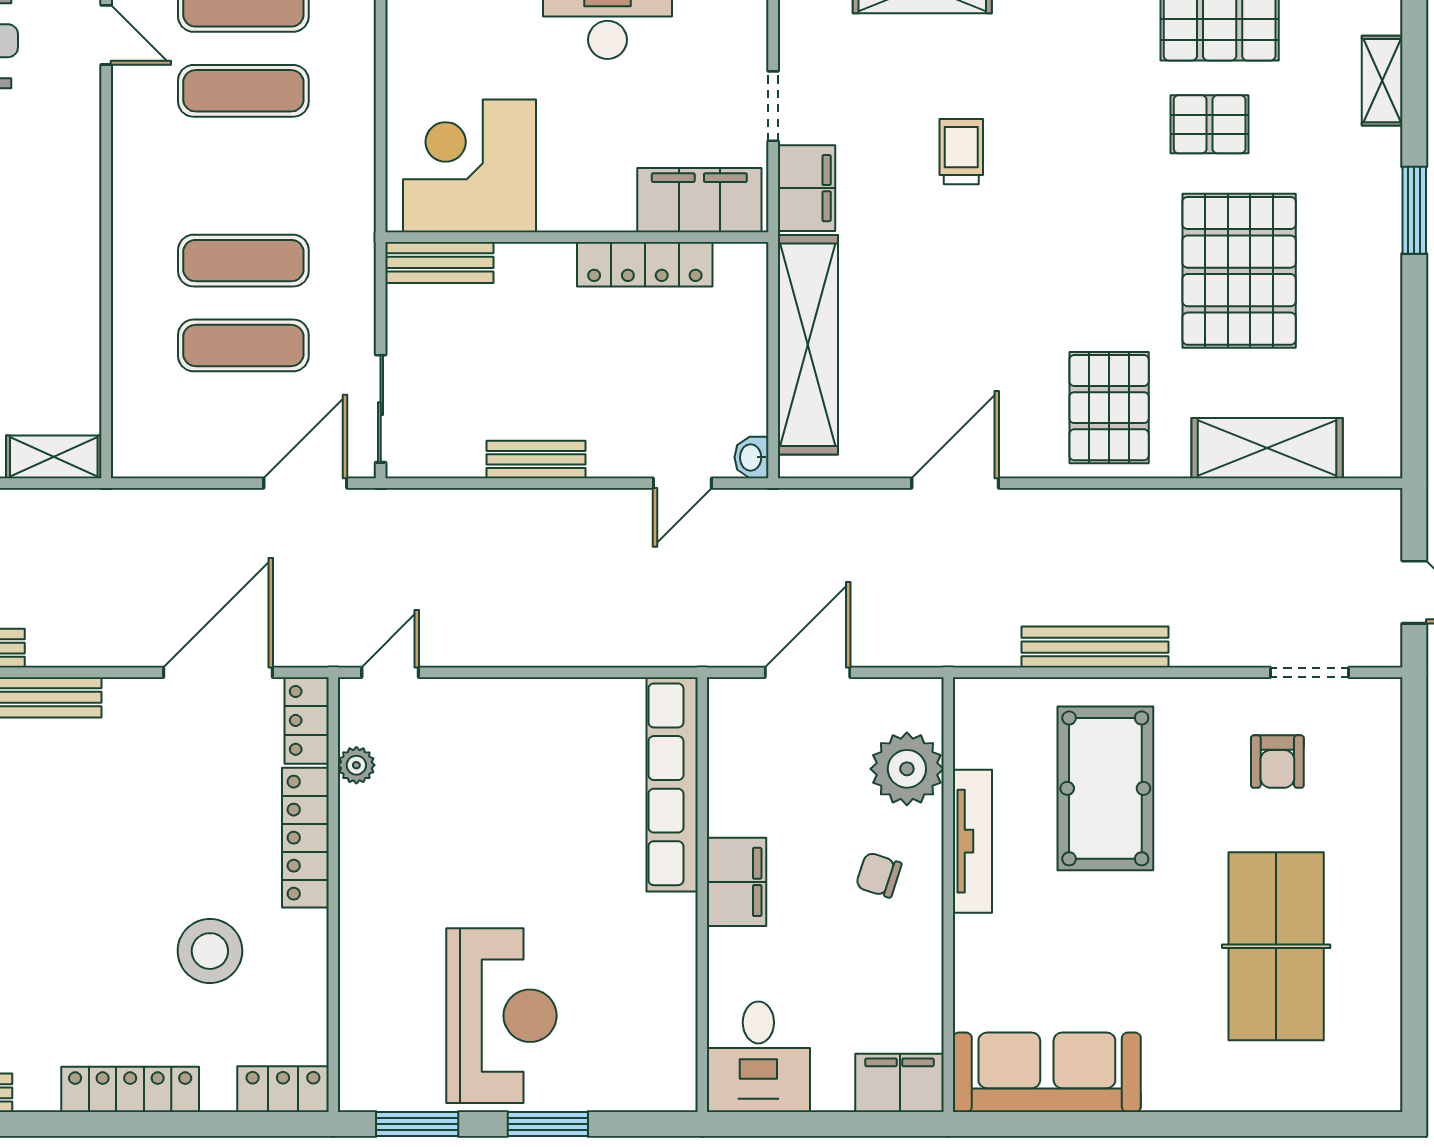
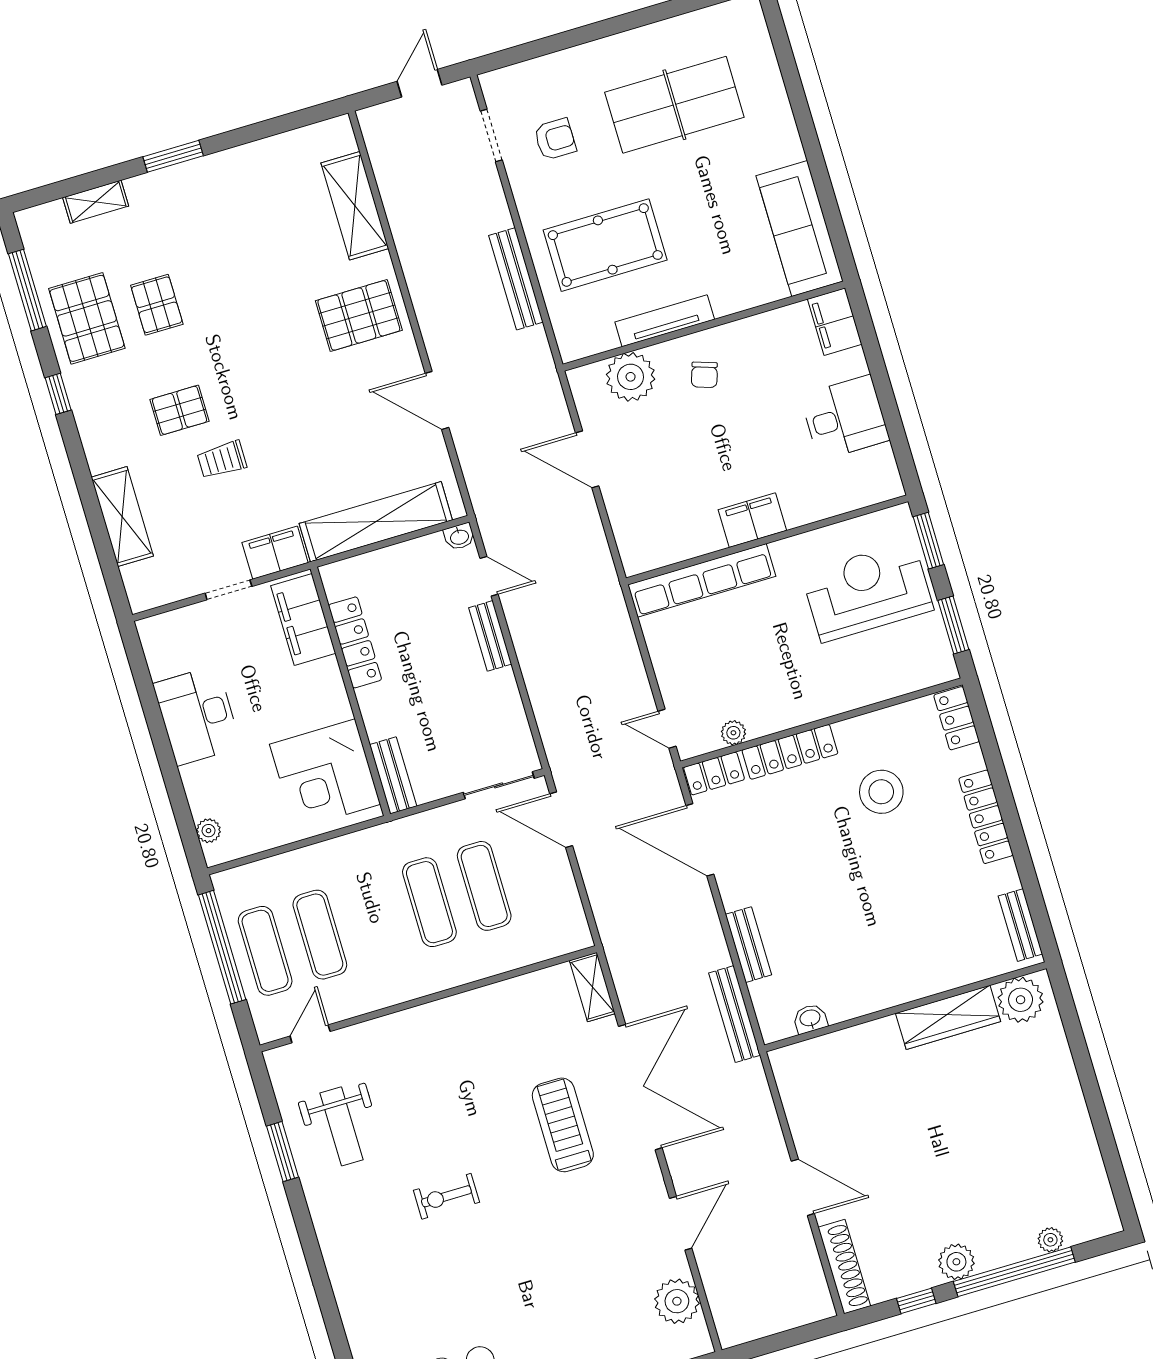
pallet: (1239, 271) -> (180, 410), moved, width x0.49, depth x0.50
bench: (536, 459) -> (490, 636), moved
row of seats: (672, 784) -> (702, 580), moved
filing cabinet: (736, 882) -> (752, 520), moved
wall: (702, 895) -> (767, 540), moved

